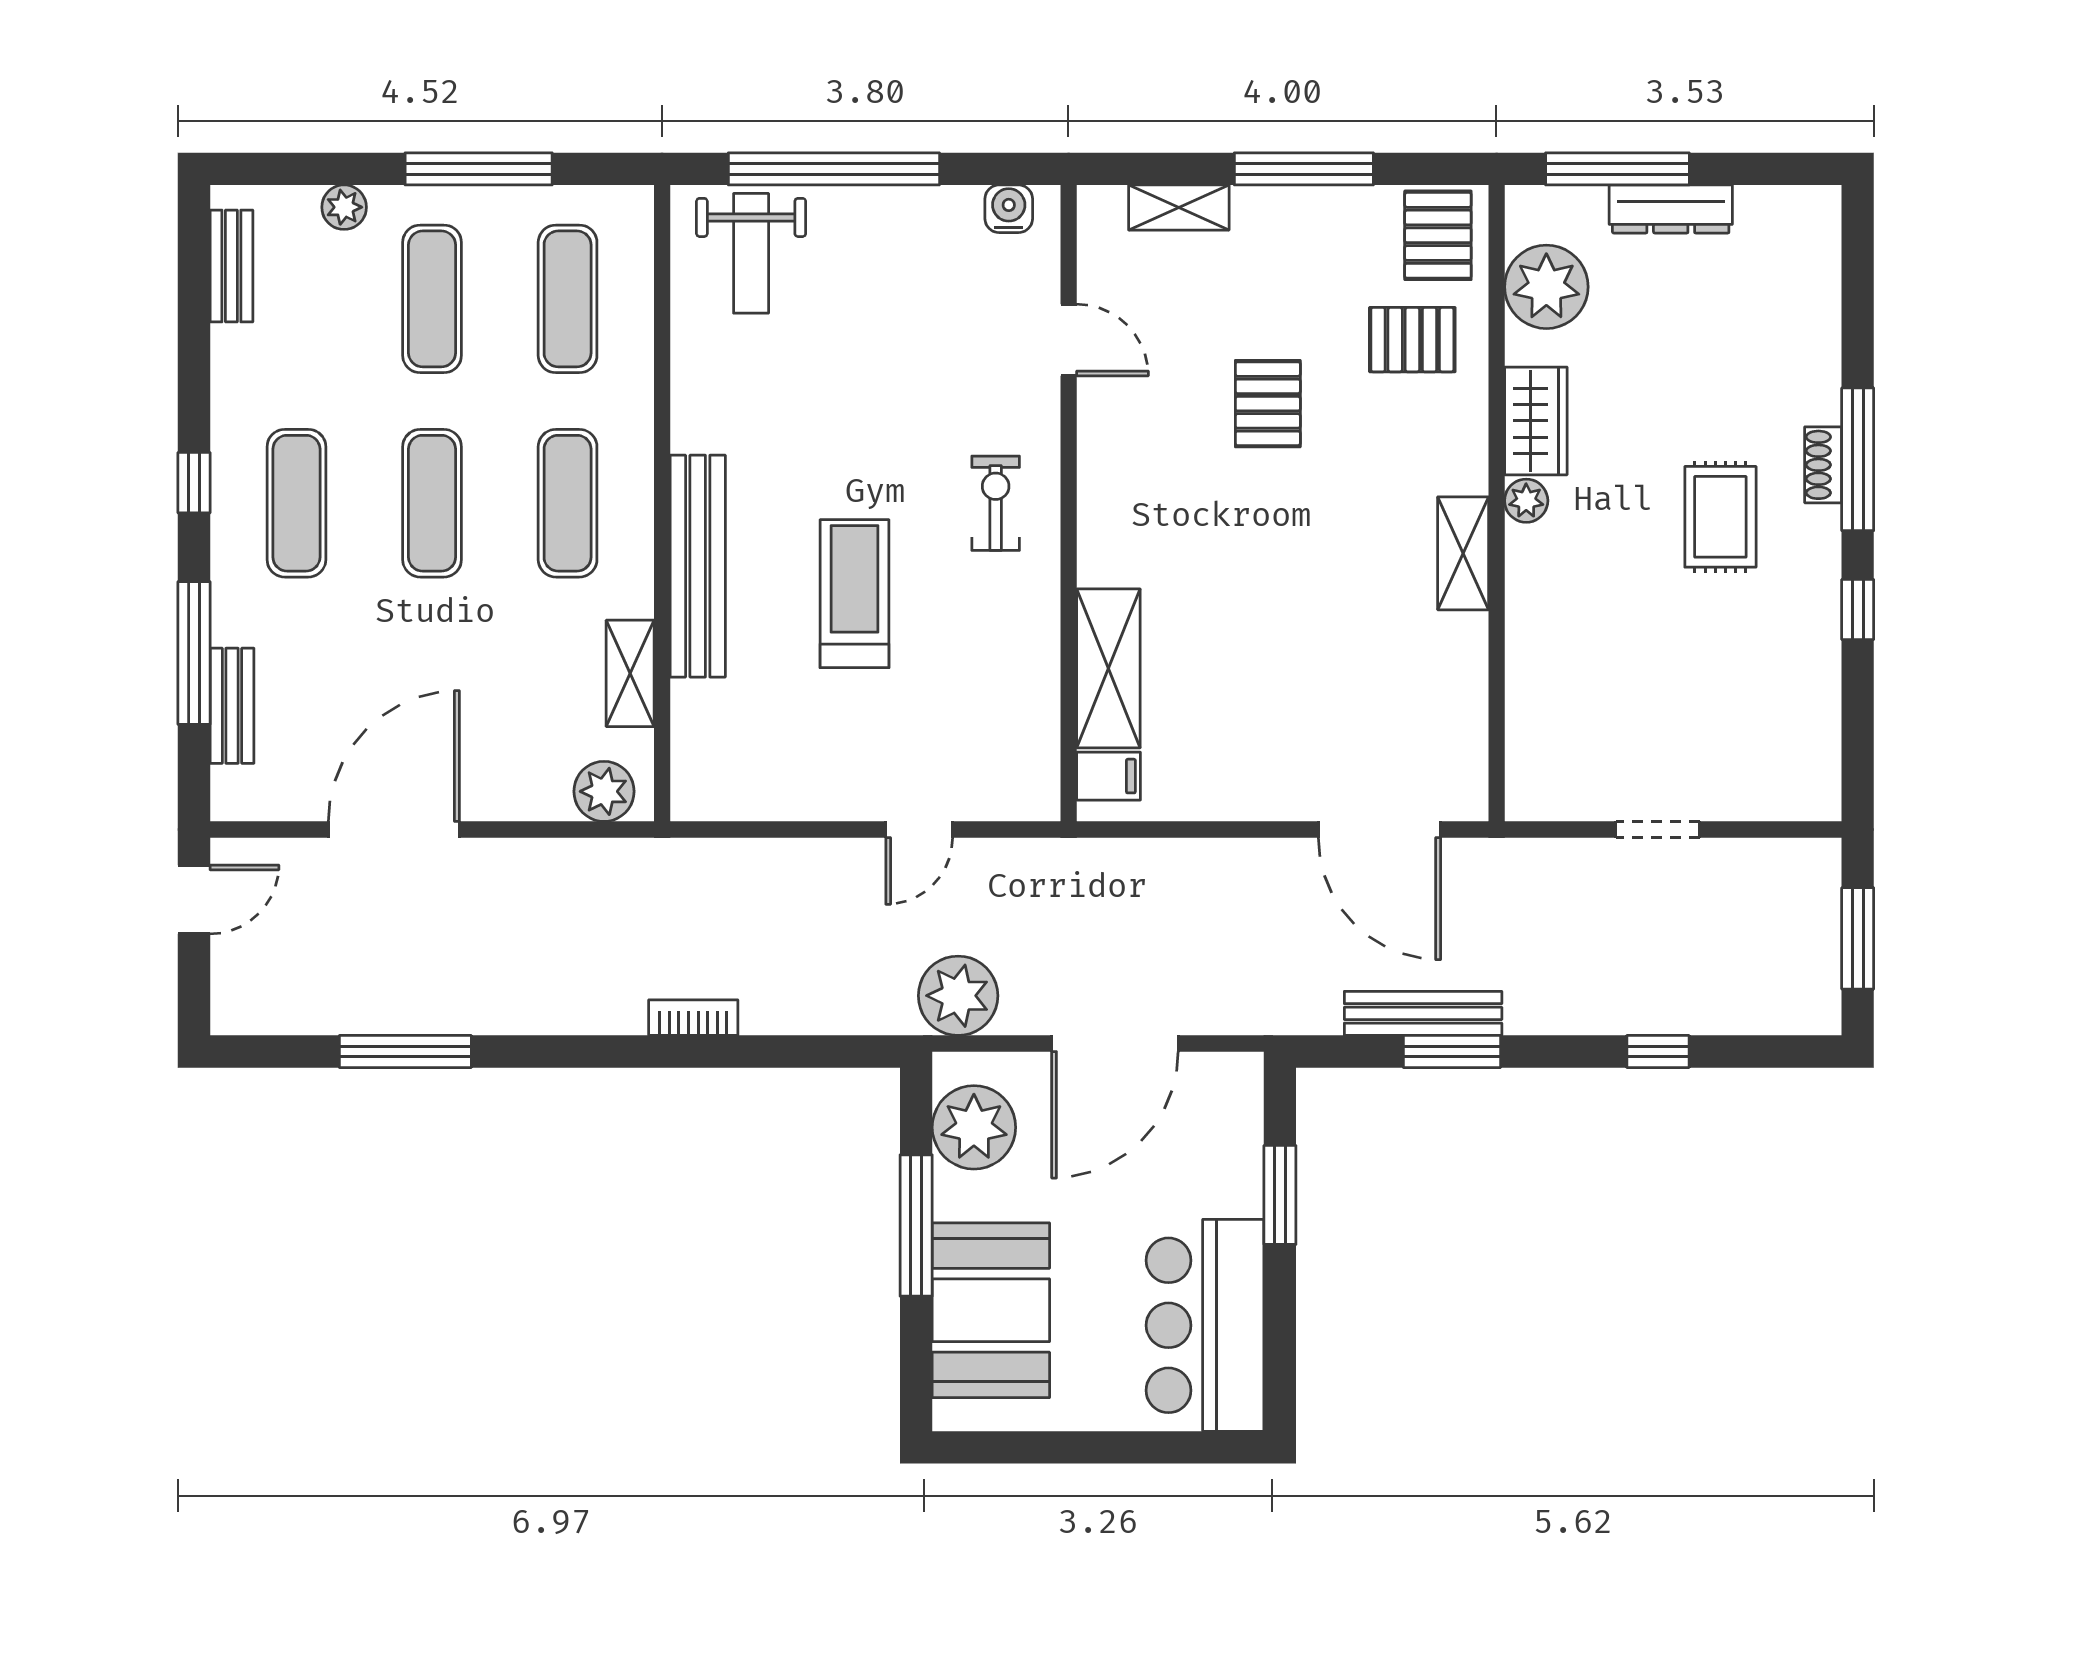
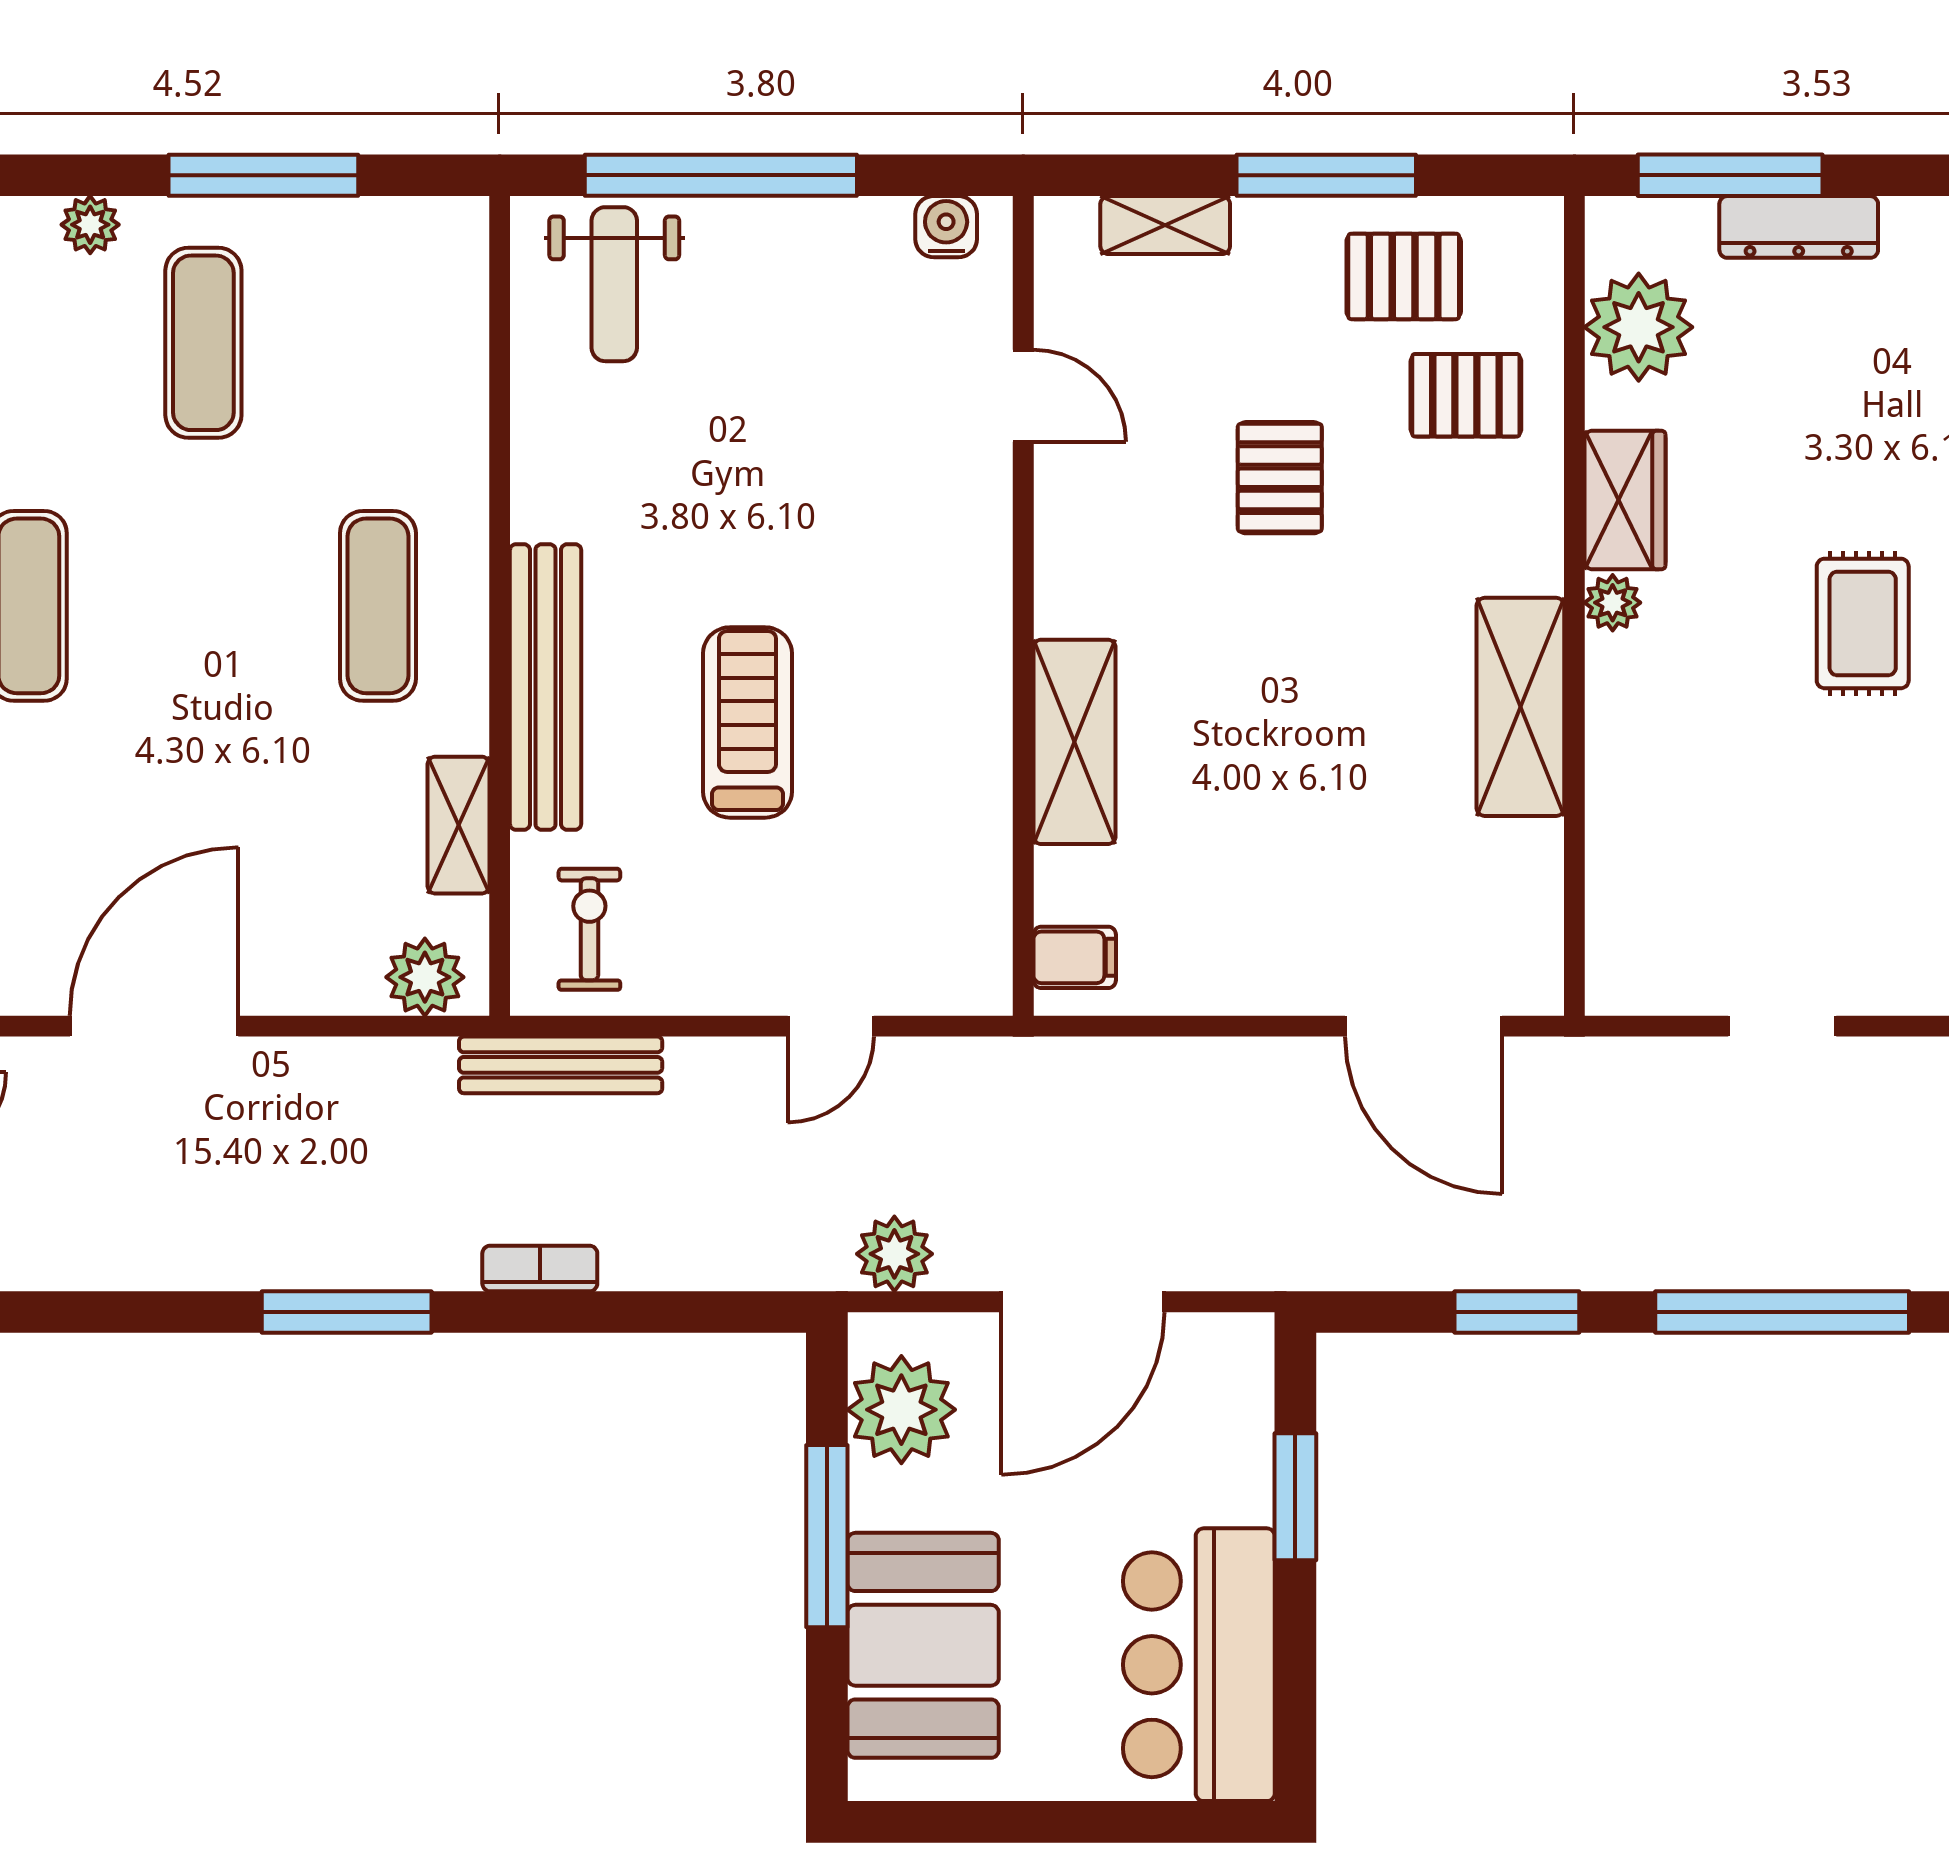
pallet: (1438, 235) -> (1404, 276), moved, turned 90
exercise mat: (568, 299) -> (378, 343), removed
exercise mat: (432, 503) -> (203, 606), removed
exercise bike: (996, 503) -> (589, 929), moved
shelving: (1463, 553) -> (1520, 707), width x1.50, depth x1.33
shelving: (1108, 668) -> (1075, 742), moved
plant: (958, 996) -> (894, 1254), width x0.73, depth x0.73
bench: (1423, 1013) -> (561, 1065), moved
window: (405, 1052) -> (347, 1312), moved
window: (1658, 1052) -> (1782, 1312), width x3.17

